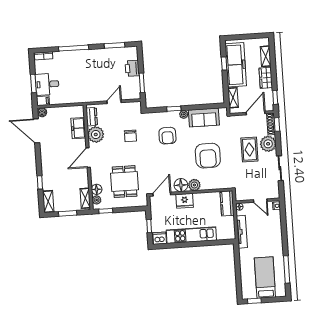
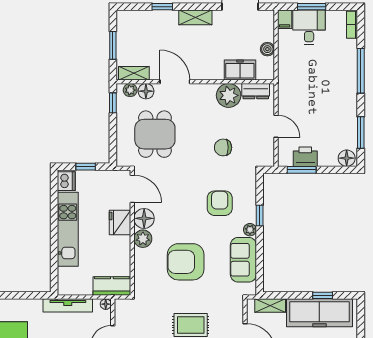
floor lamp: (132, 54) -> (347, 158), added
printer: (132, 68) -> (305, 157), moved
boiler: (42, 112) -> (267, 49), moved
armchair: (167, 136) -> (220, 203), turned 90
door: (88, 158) -> (175, 82), moved
dining table: (125, 182) -> (155, 134), turned 90
shelving: (48, 202) -> (195, 17), moved

